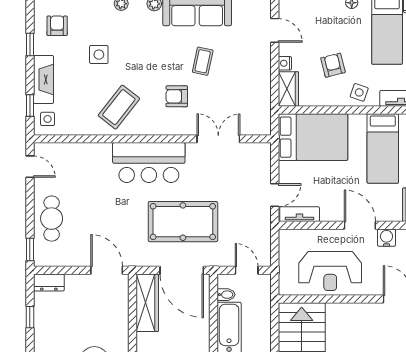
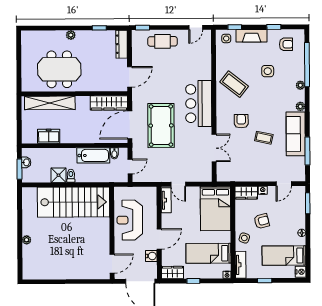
dresser: (49, 282) -> (122, 44), width x1.44

